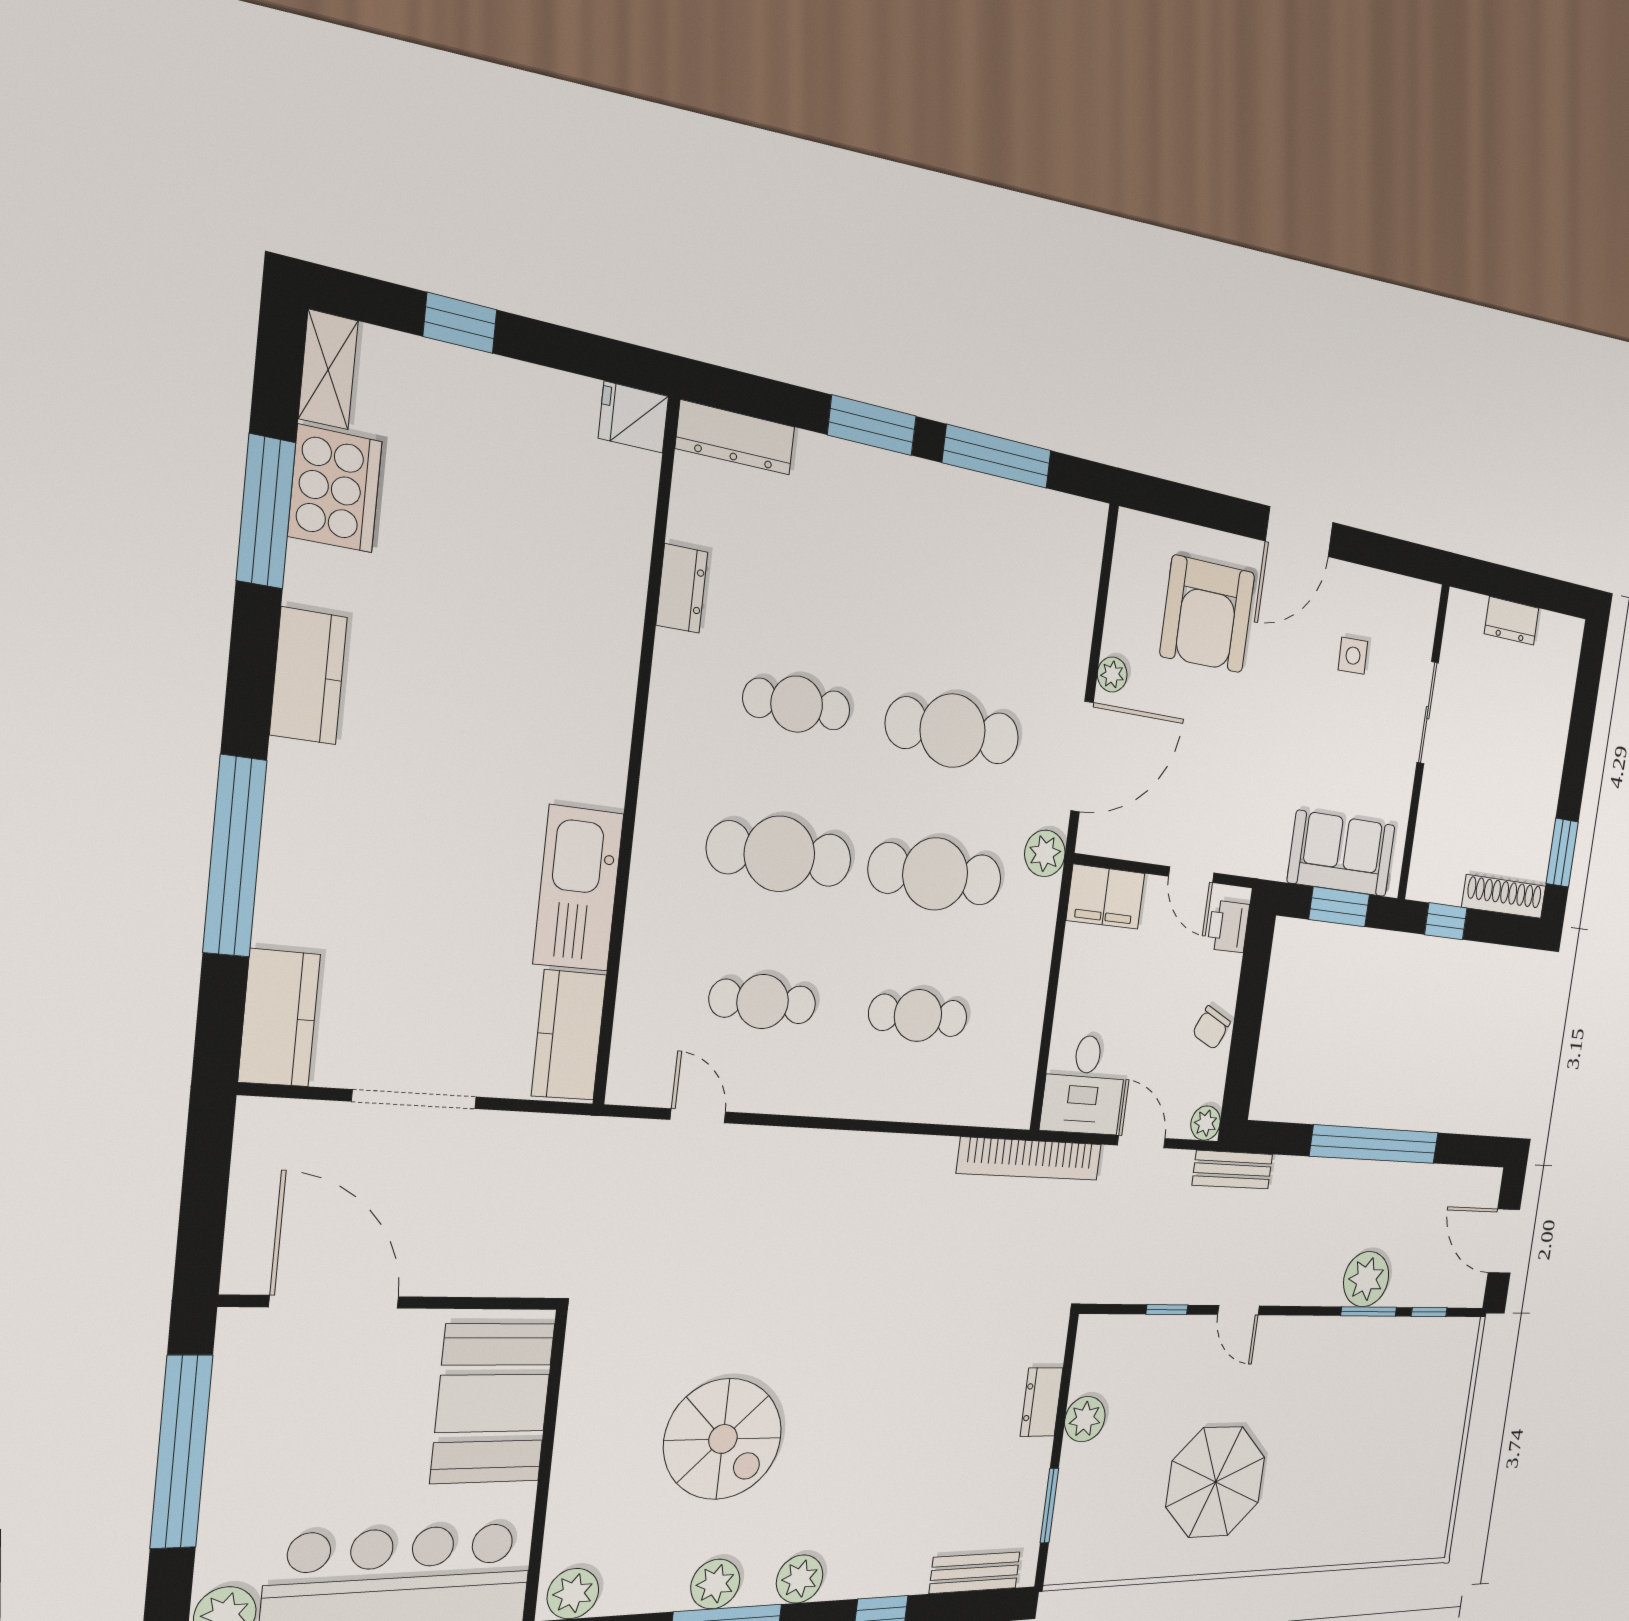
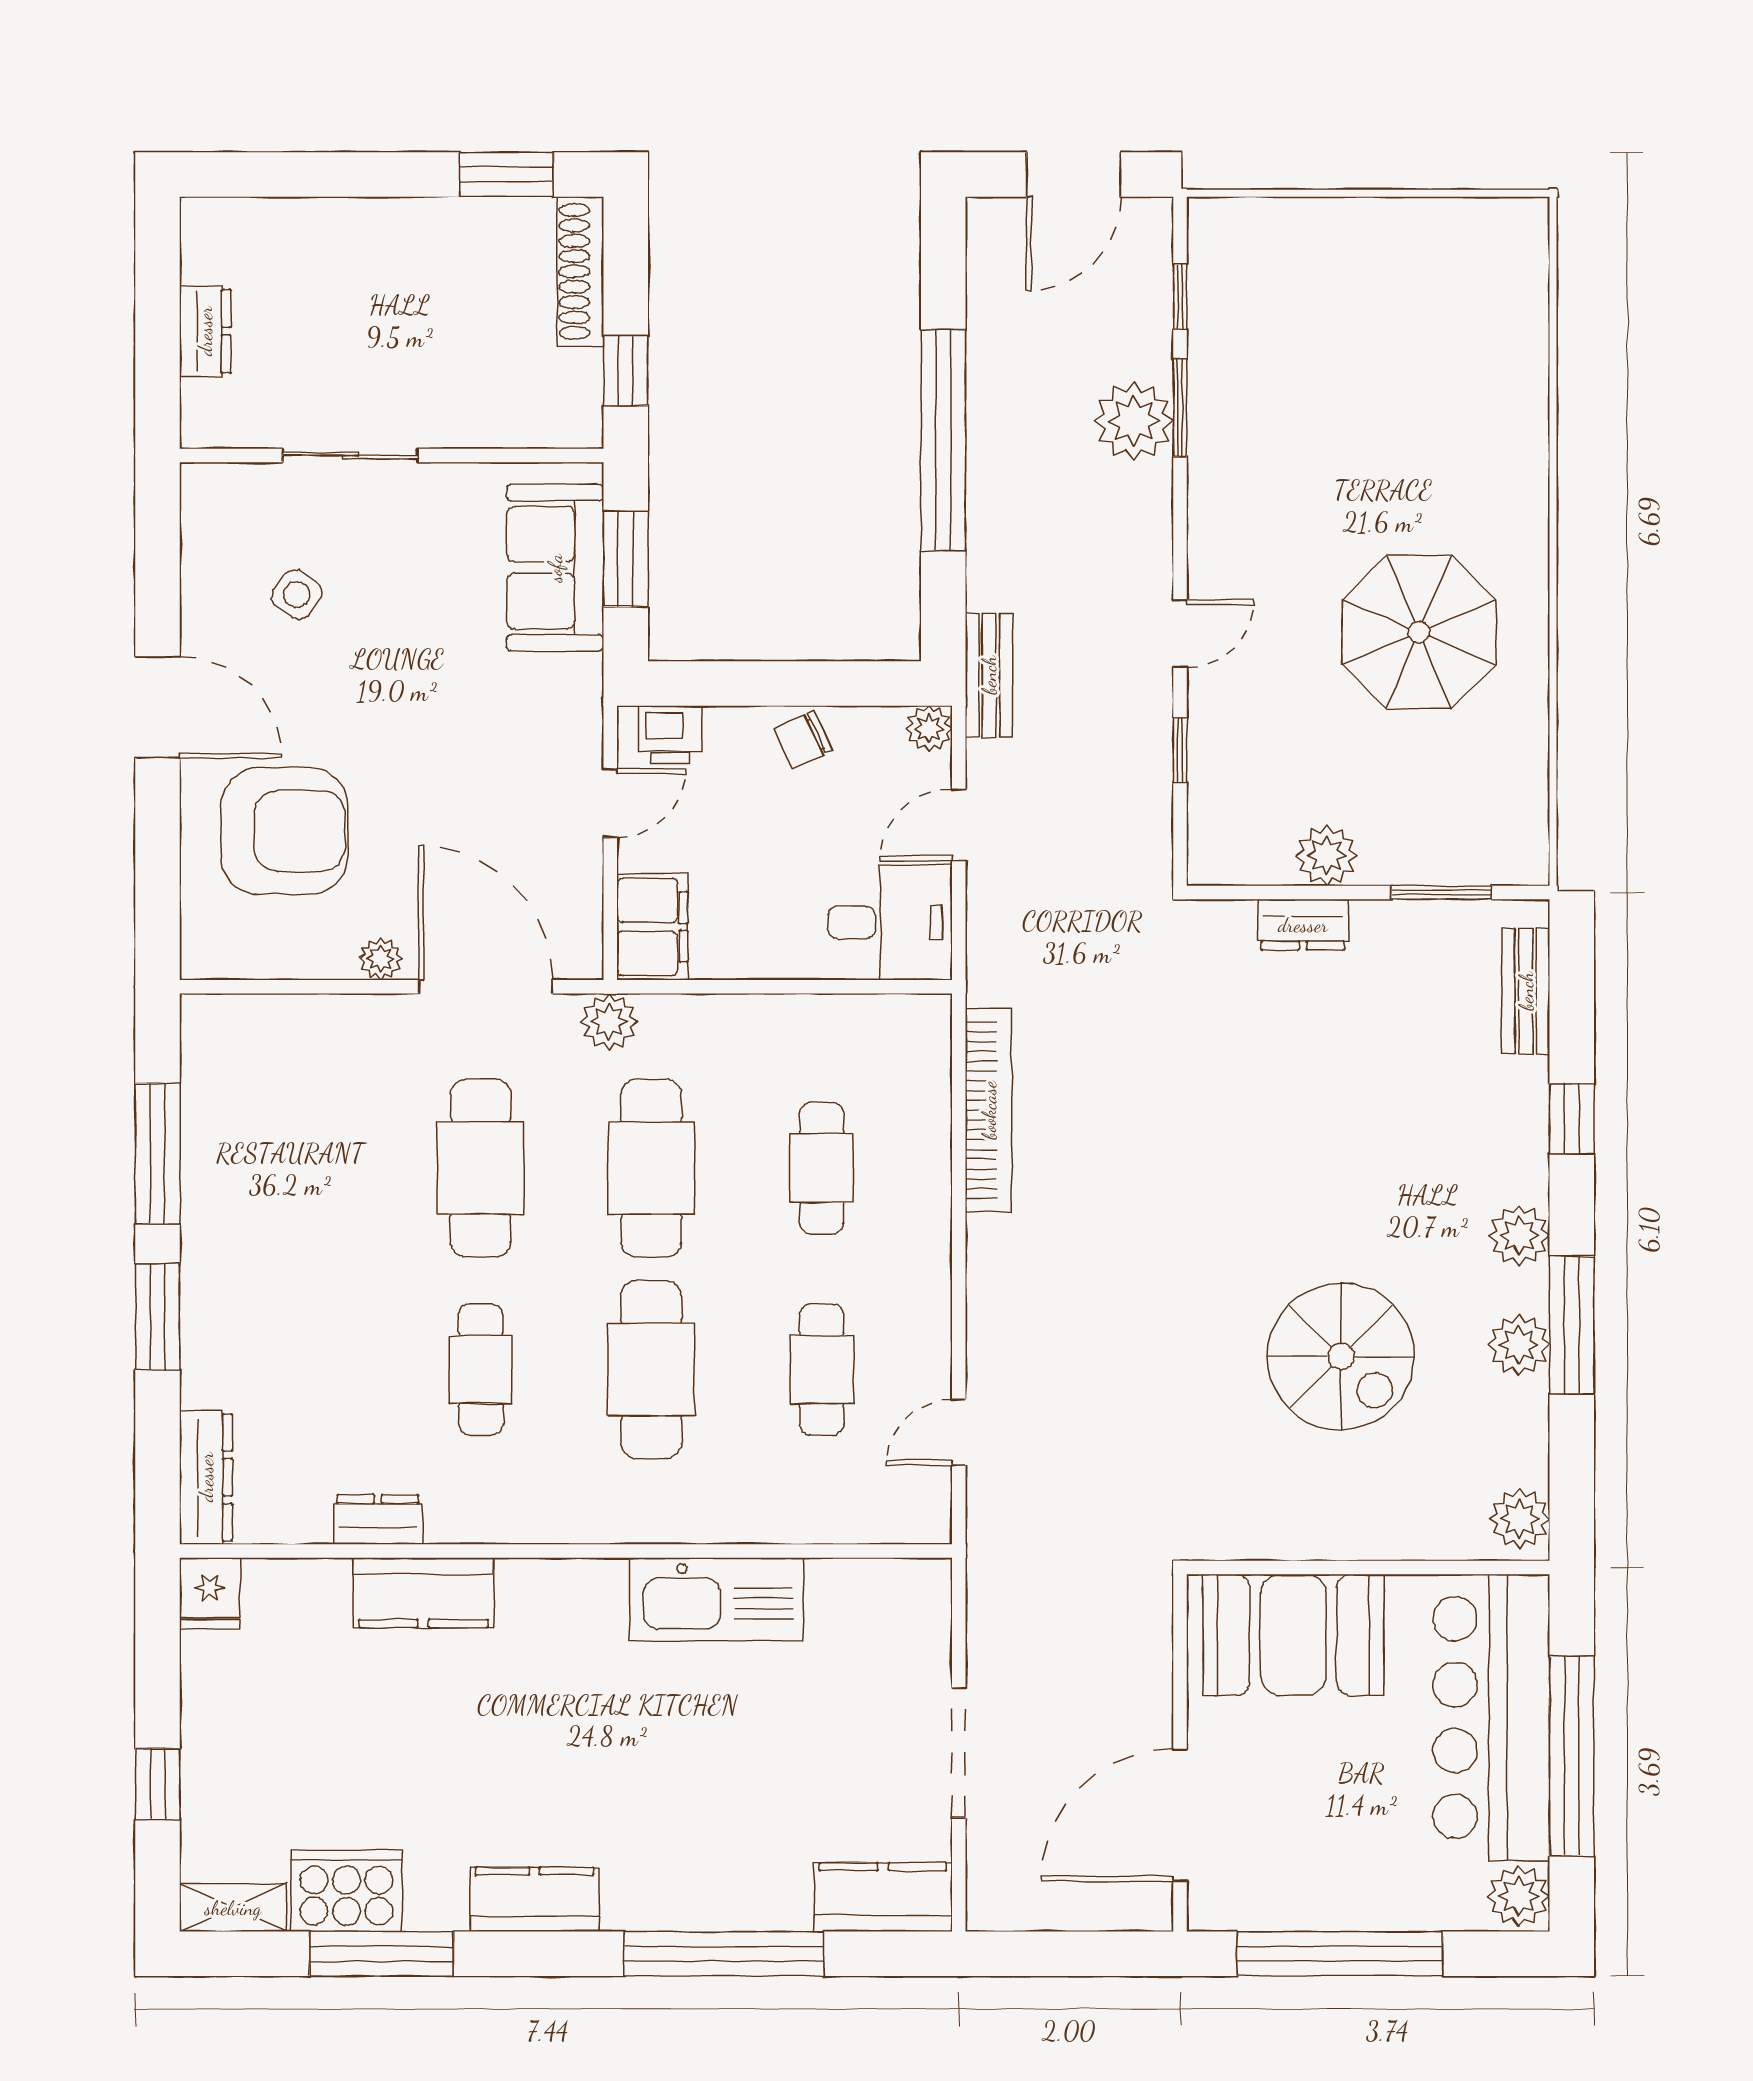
side table: (1353, 656) -> (297, 594), turned 38
chair: (1211, 1028) -> (803, 740), turned 129
kitchen counter: (569, 1035) -> (423, 1593), moved
bookcase: (1030, 1159) -> (989, 1110), moved
spiral stairs: (723, 1439) -> (1341, 1356), turned 90

